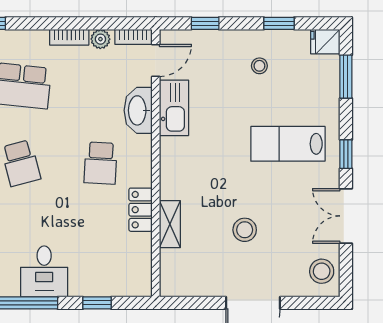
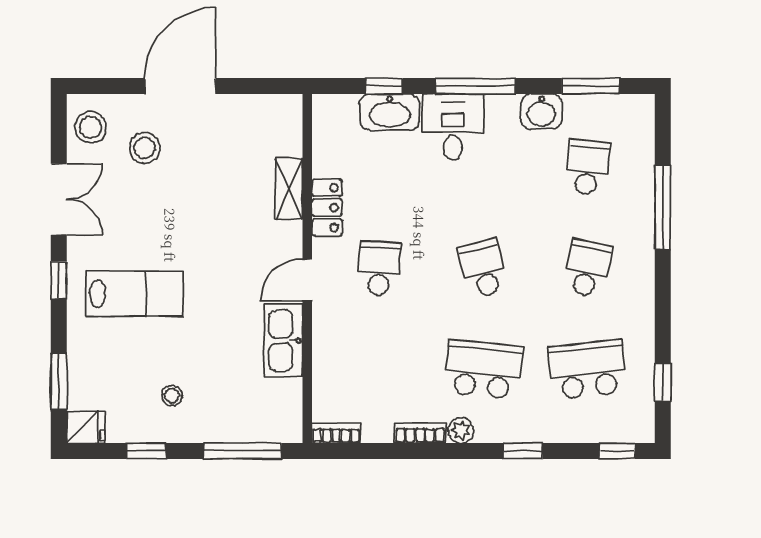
window: (205, 23) -> (243, 451), width x2.17
plant: (100, 39) -> (461, 430), moved
door: (156, 60) -> (307, 280), moved
washbasin: (138, 110) -> (390, 112), moved, turned 90
stool: (245, 230) -> (145, 148), moved

